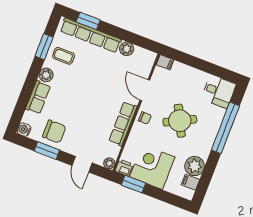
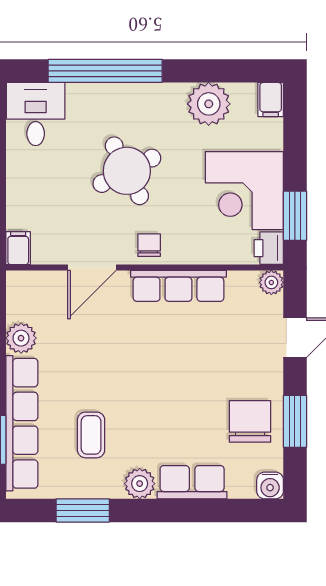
coffee table: (64, 56) -> (91, 435), moved
filing cabinet: (190, 182) -> (271, 99), moved

